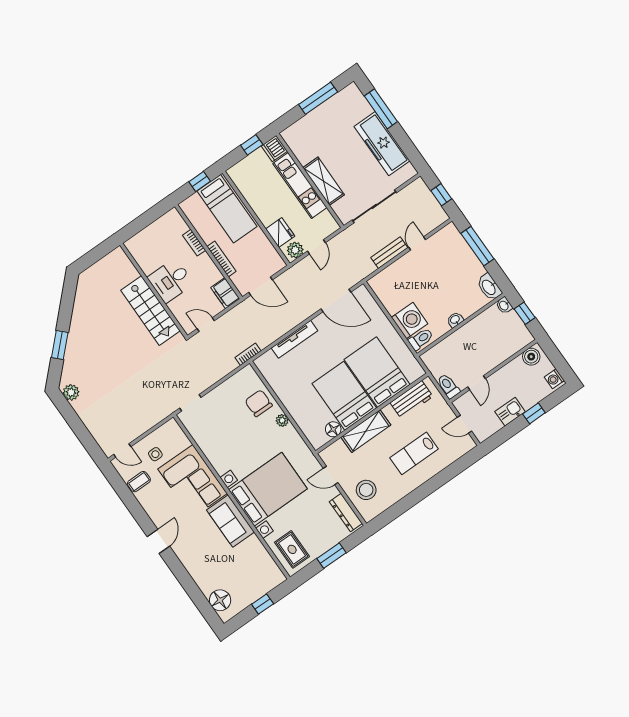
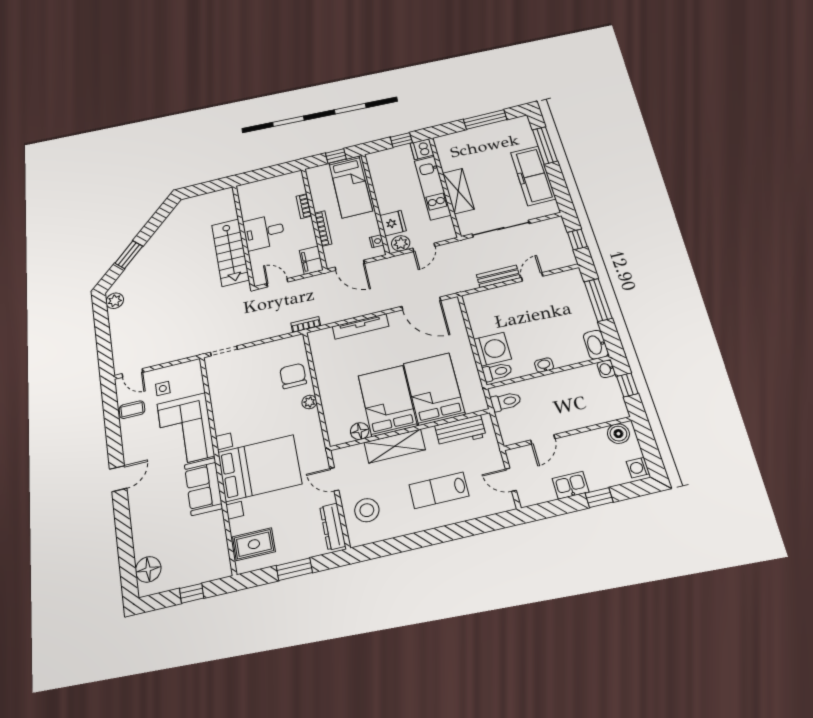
nightstand: (274, 255) -> (377, 241), added
toilet: (448, 386) -> (506, 402), moved, turned 90
rug: (292, 549) -> (254, 544), turned 90

